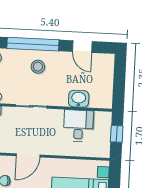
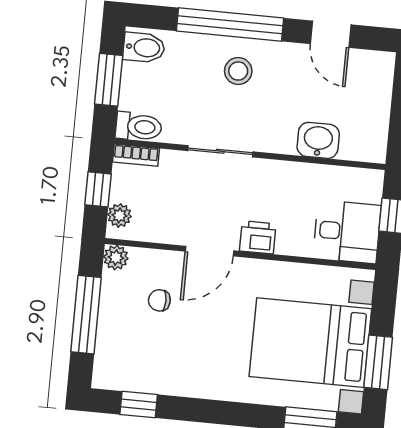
desk: (78, 126) -> (347, 232), moved, turned 90
printer: (51, 148) -> (258, 237), added

